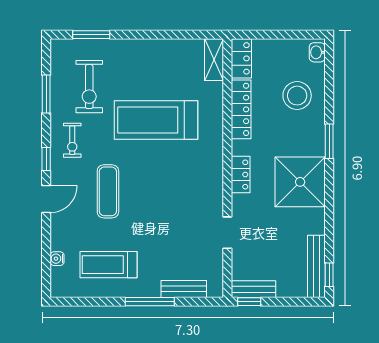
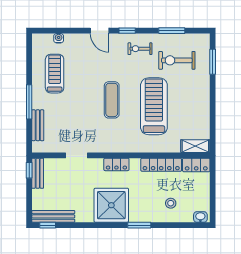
stool: (297, 96) -> (171, 203), width x0.53, depth x0.53
exercise mat: (108, 191) -> (112, 100), moved, turned 90

